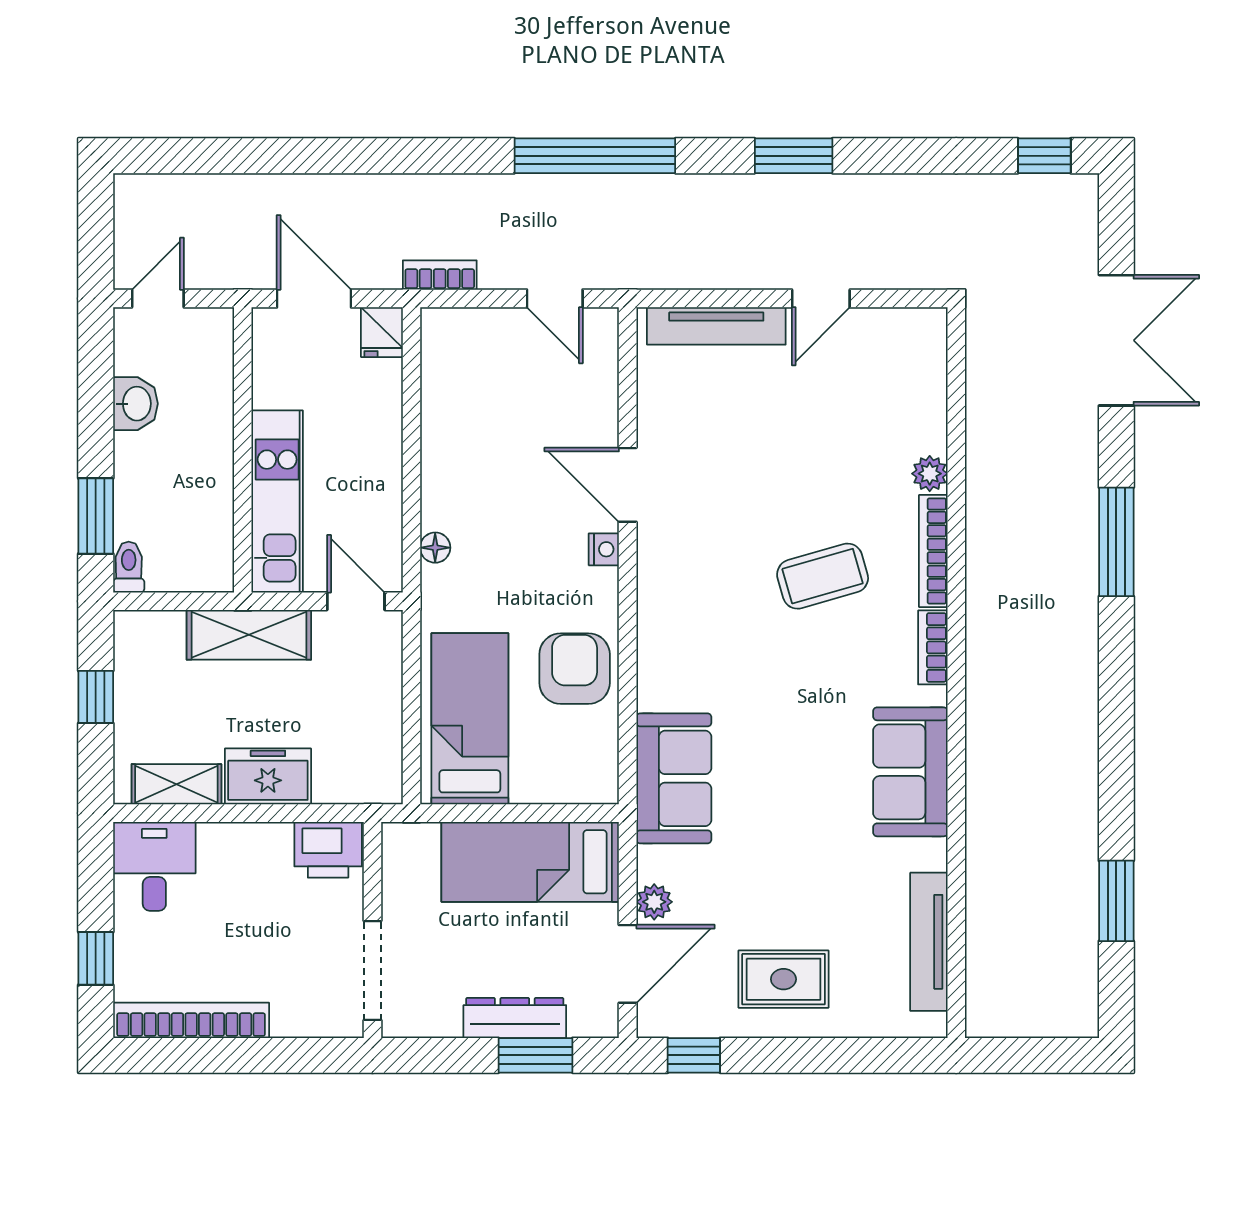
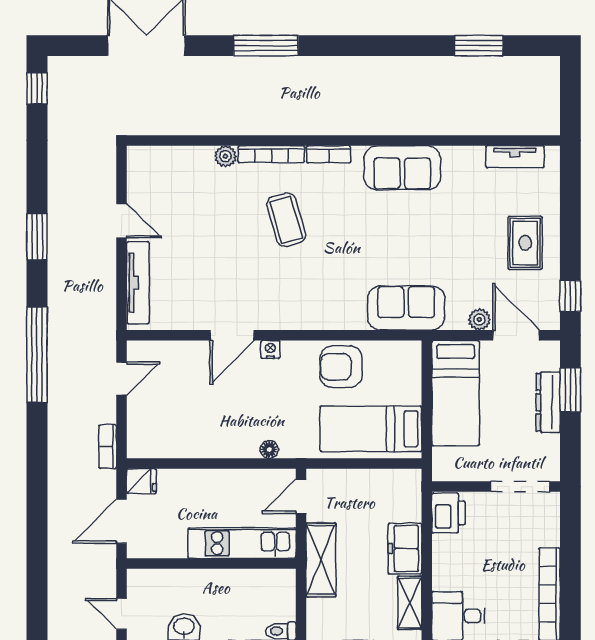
tv unit: (929, 942) -> (515, 157), width x0.71

